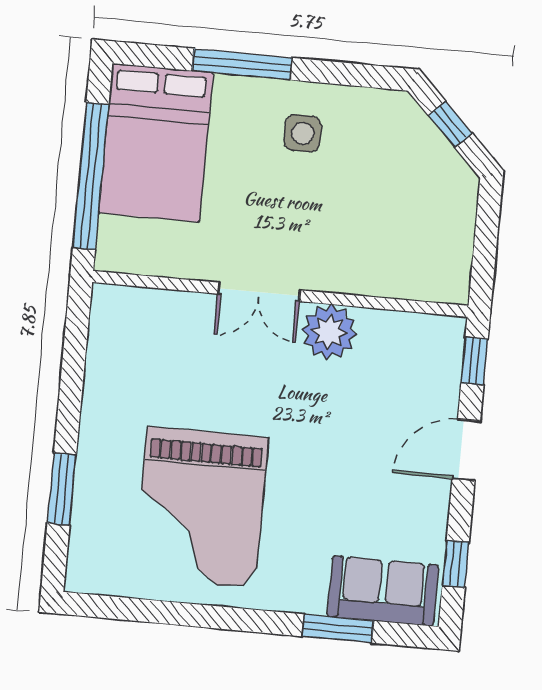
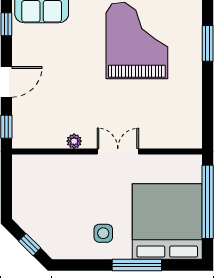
bed: (156, 143) -> (167, 222), width x1.36
plant: (329, 332) -> (74, 141), width x0.53, depth x0.53

